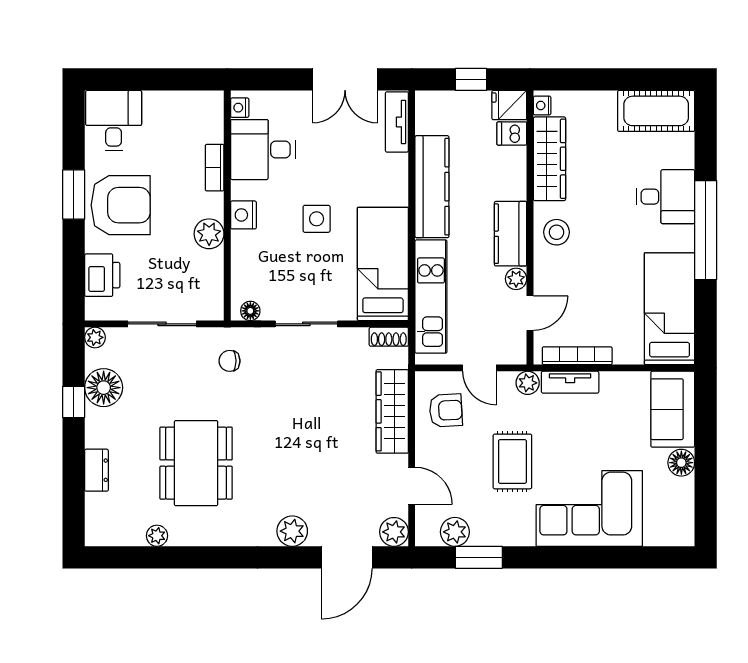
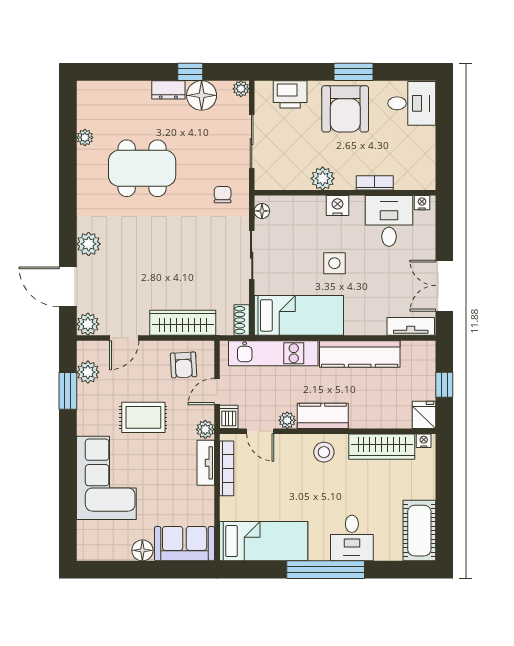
dishwasher: (512, 134) -> (229, 417), moved
dresser: (96, 470) -> (168, 90), moved

